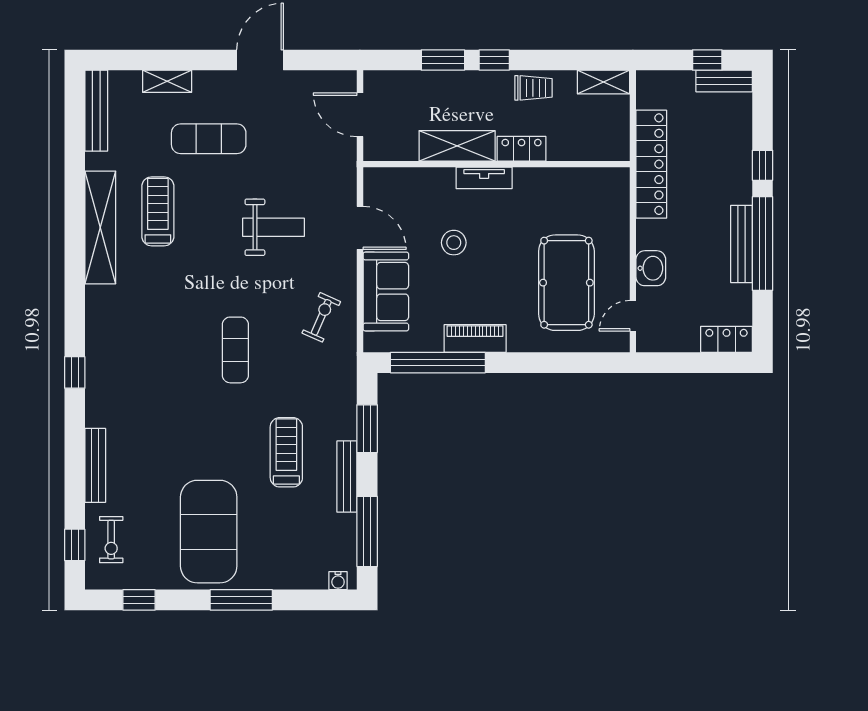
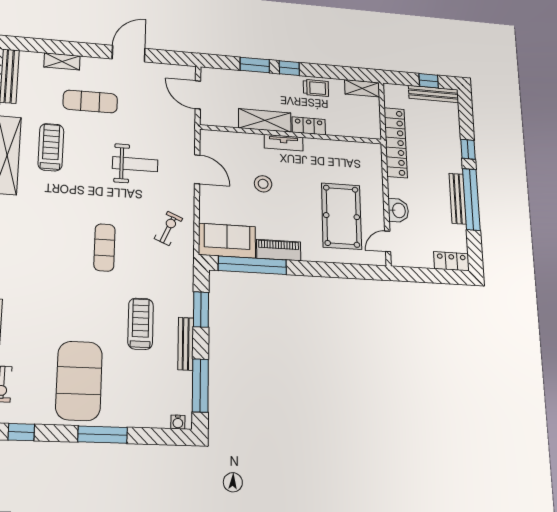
bench: (724, 81) -> (434, 94), width x1.36
sofa: (386, 292) -> (227, 241), moved, turned -90

